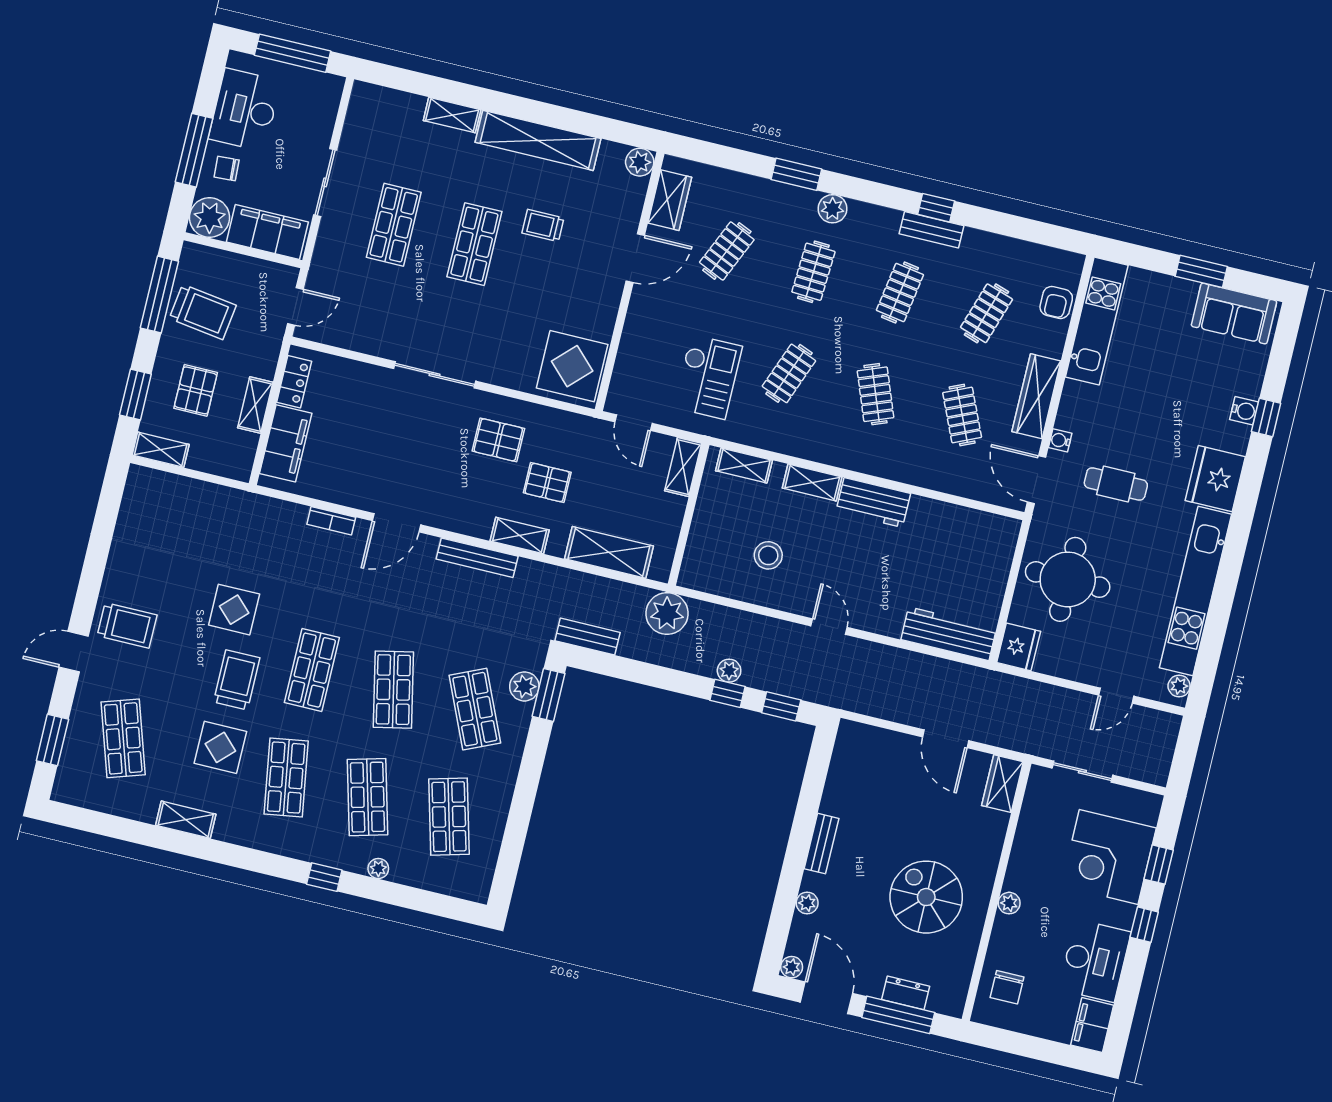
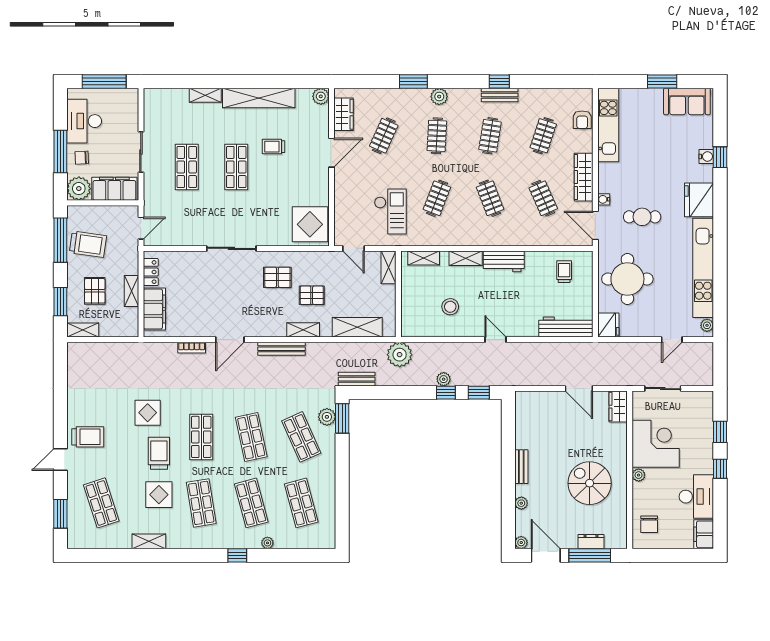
trolley: (967, 543) -> (564, 272), added
corner desk: (1109, 857) -> (656, 444), moved, turned 180

